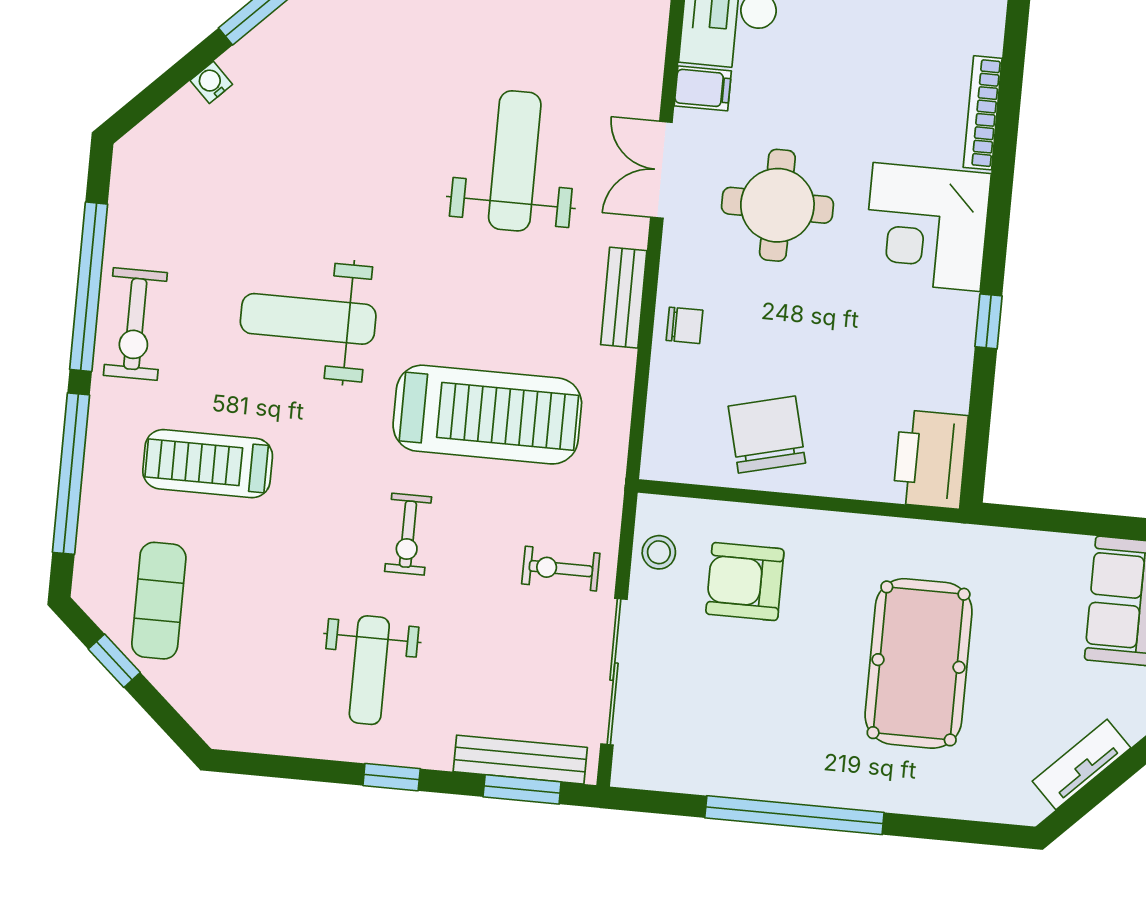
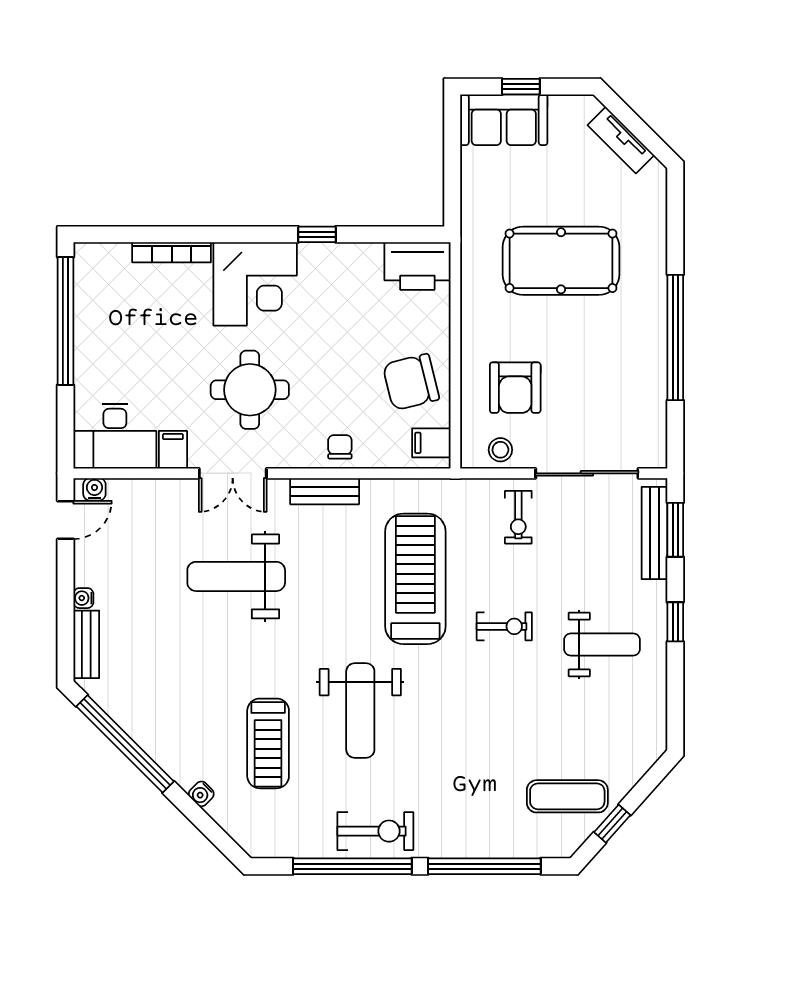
filing cabinet: (678, 455) -> (431, 443), added
treadmill: (208, 464) -> (268, 743), moved

